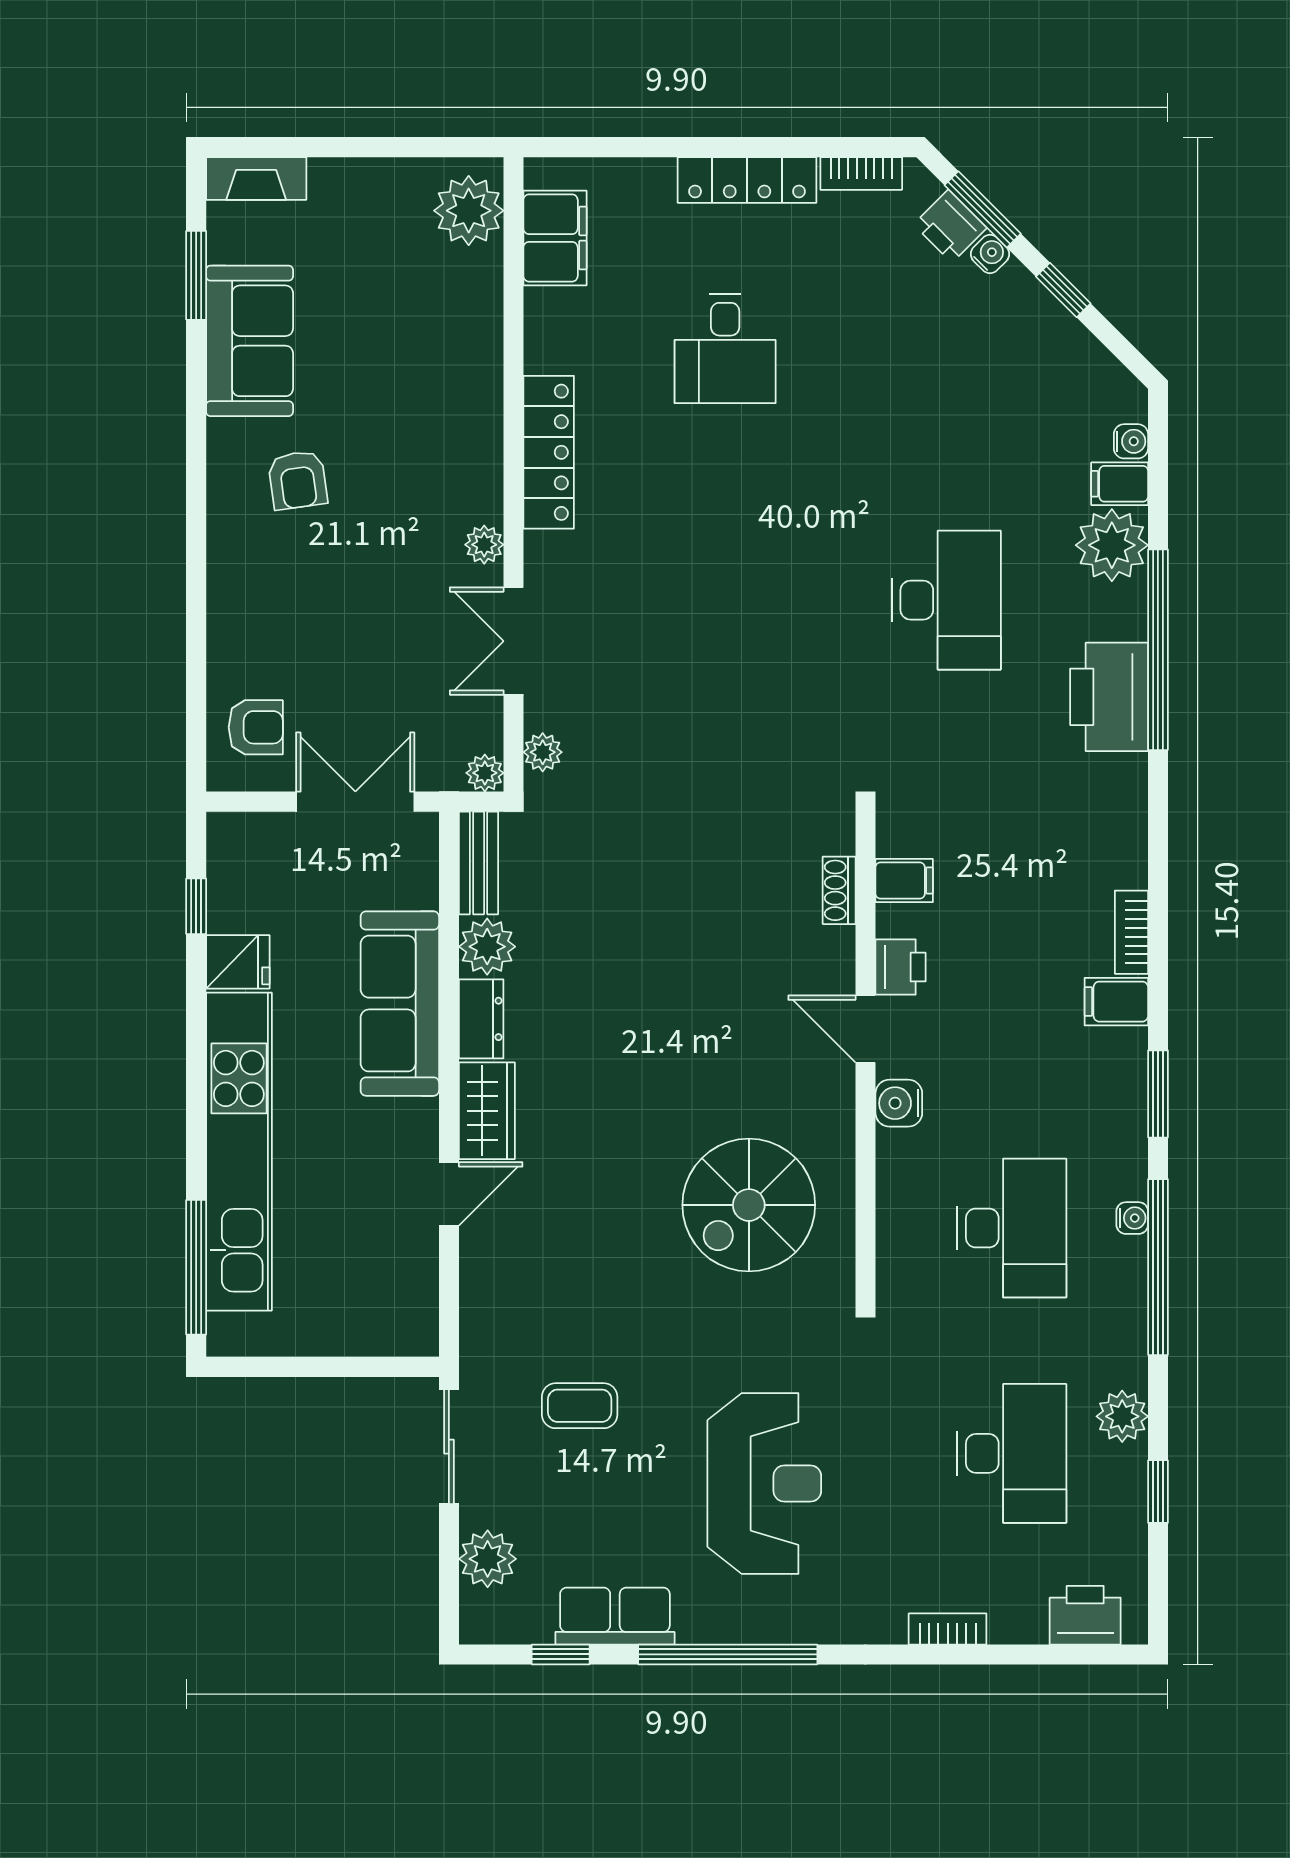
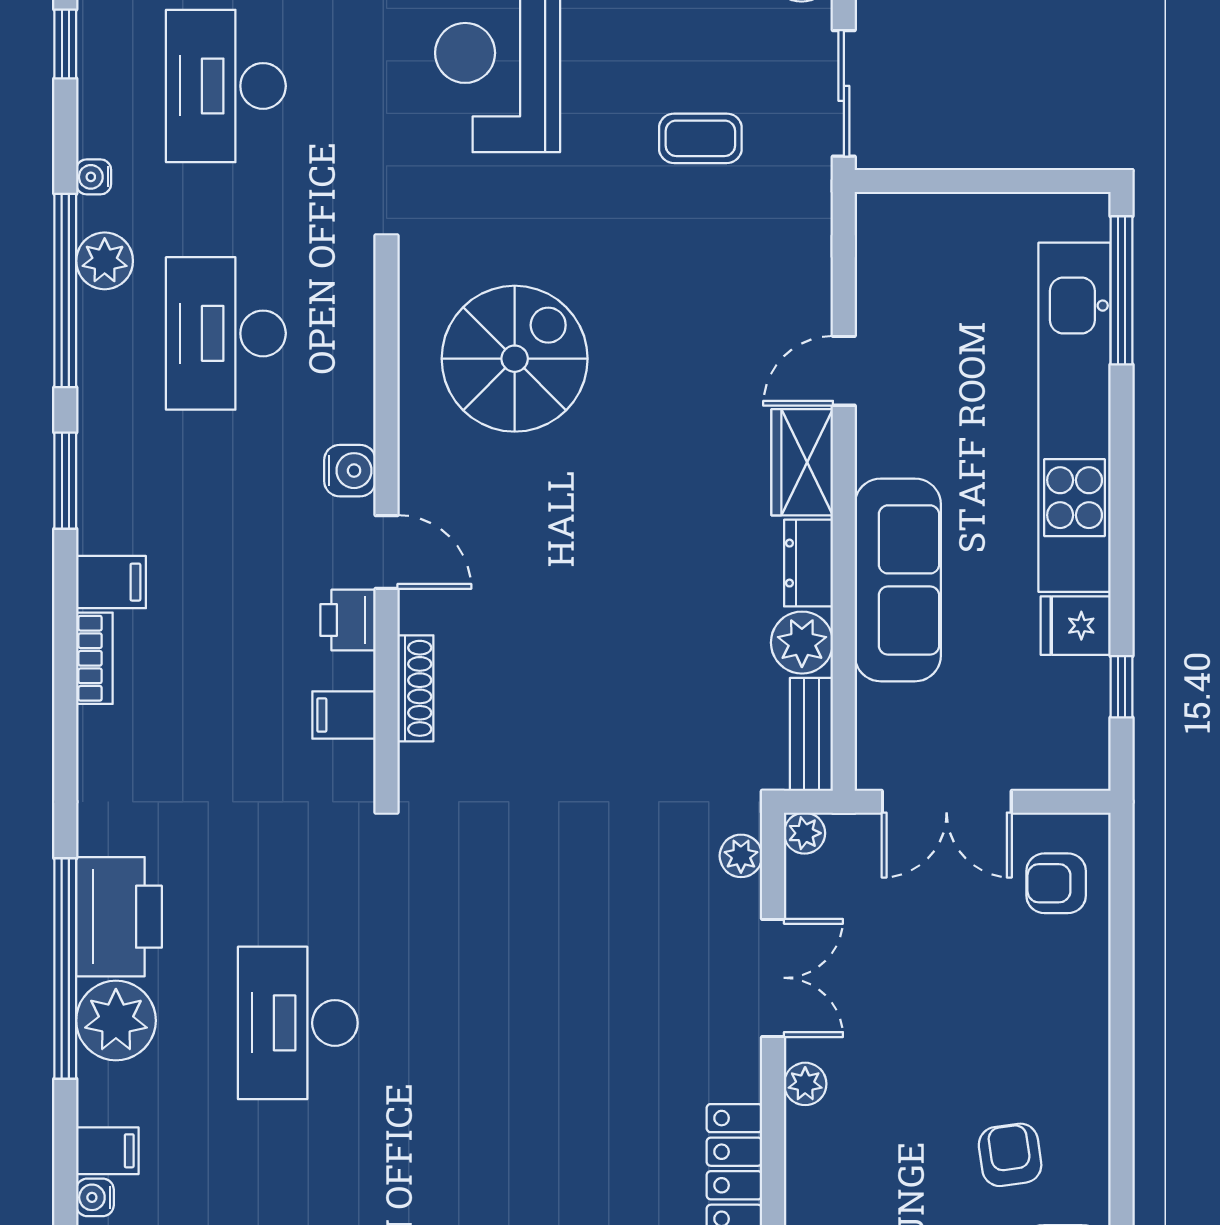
plant: (1112, 545) -> (116, 1021), moved
shoe rack: (839, 890) -> (415, 688), width x1.43
water cooler: (1132, 1218) -> (94, 177), moved
plant: (1122, 1416) -> (105, 261), moved

